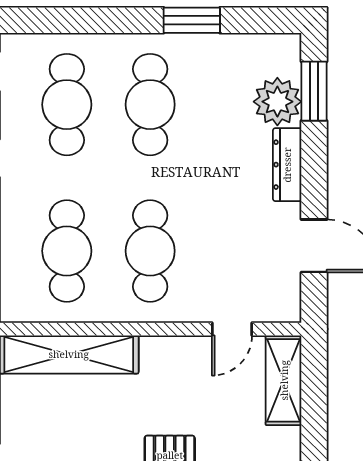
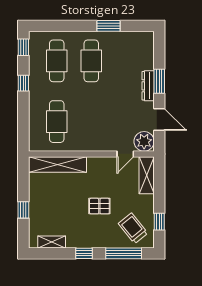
window: (314, 91) -> (159, 81), moved
plant: (277, 102) -> (144, 141), moved
cafe table: (150, 251) -> (91, 122), removed

